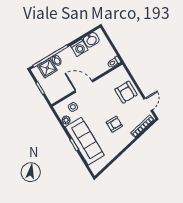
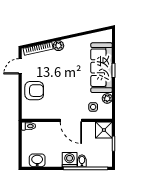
washing machine: (79, 48) -> (70, 160), moved
shower: (47, 68) -> (104, 130), moved
armchair: (126, 92) -> (34, 91), turned 90
armchair: (114, 124) -> (64, 67), removed
plant: (128, 138) -> (58, 46), added

